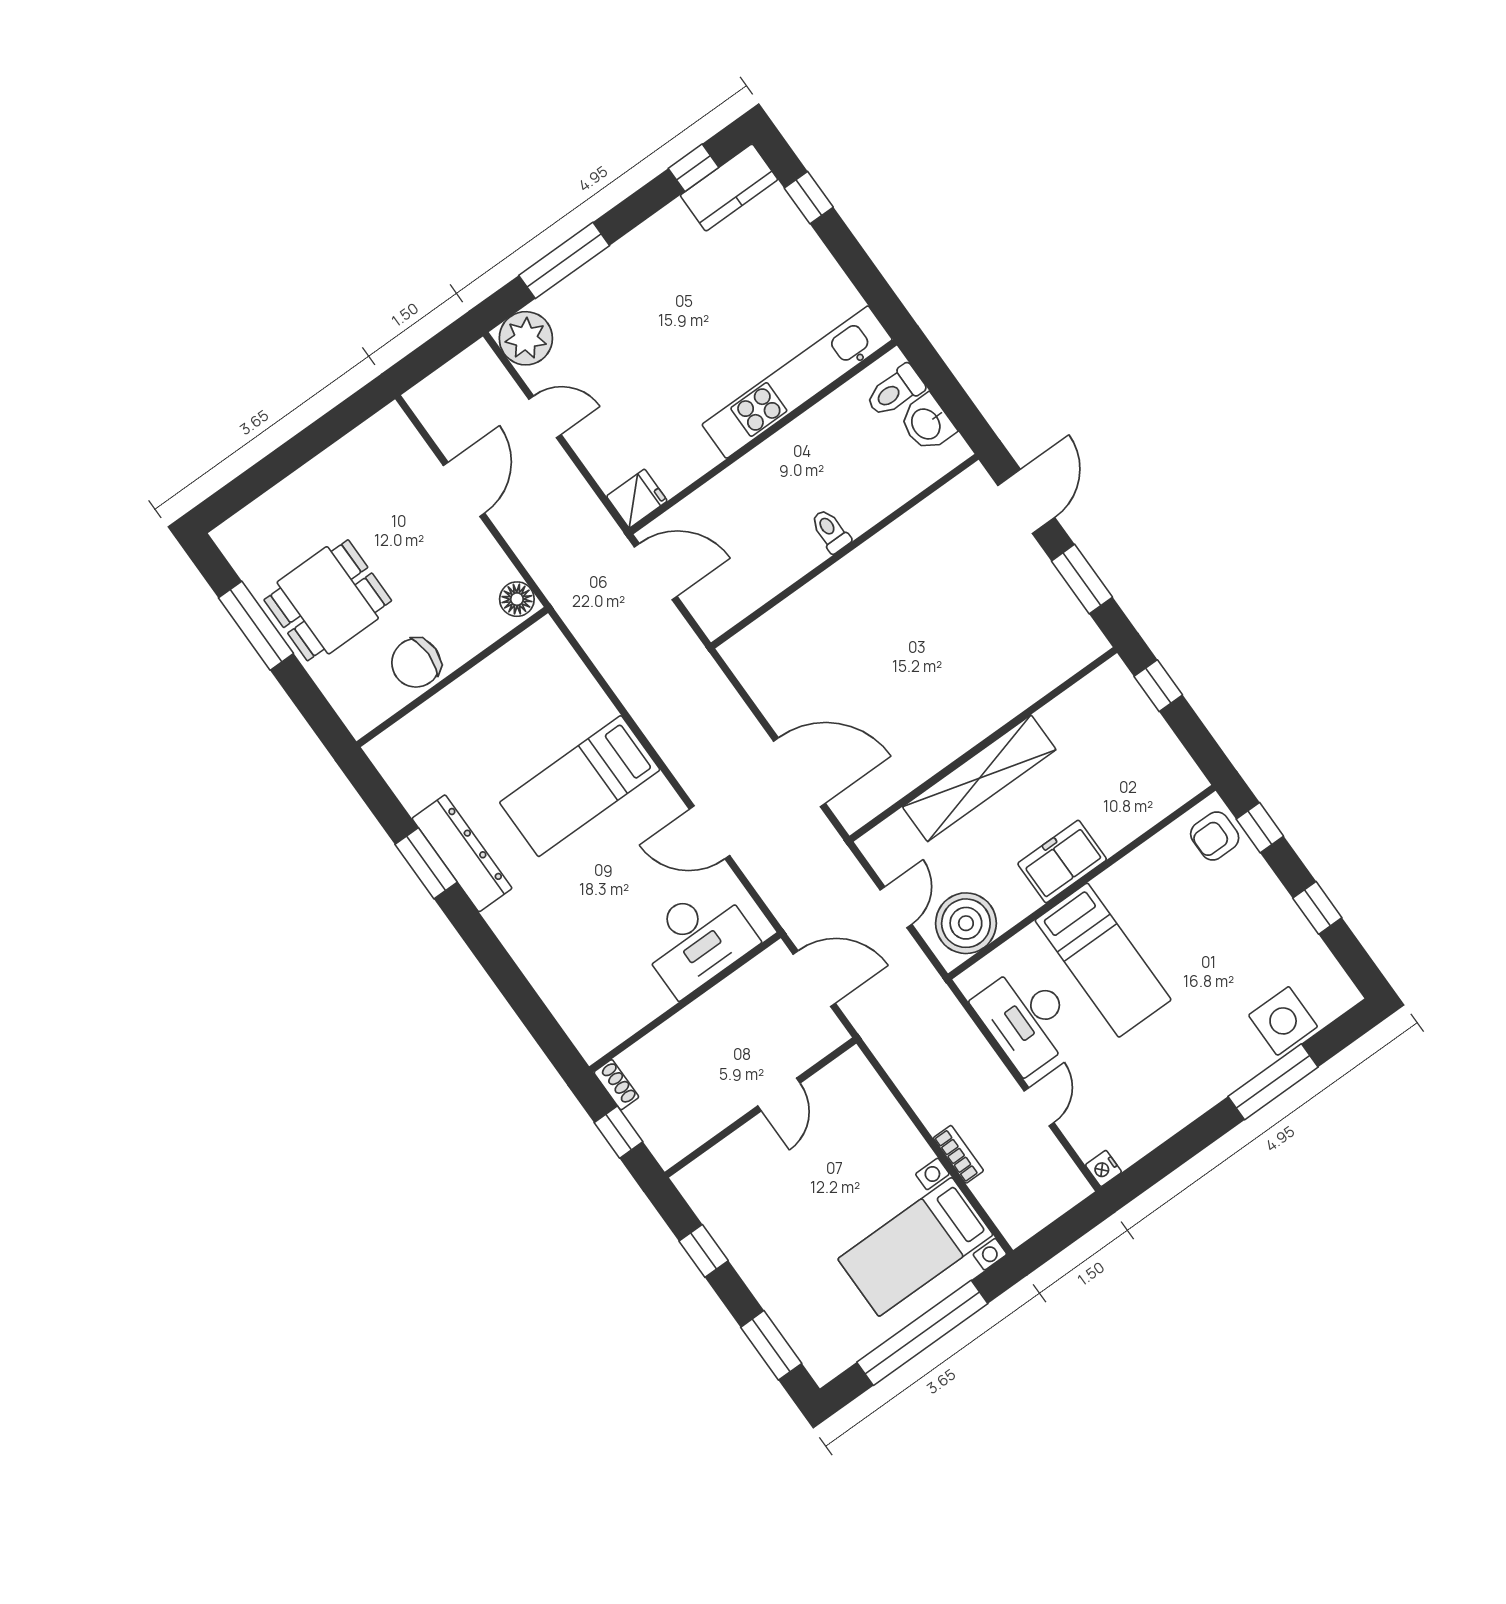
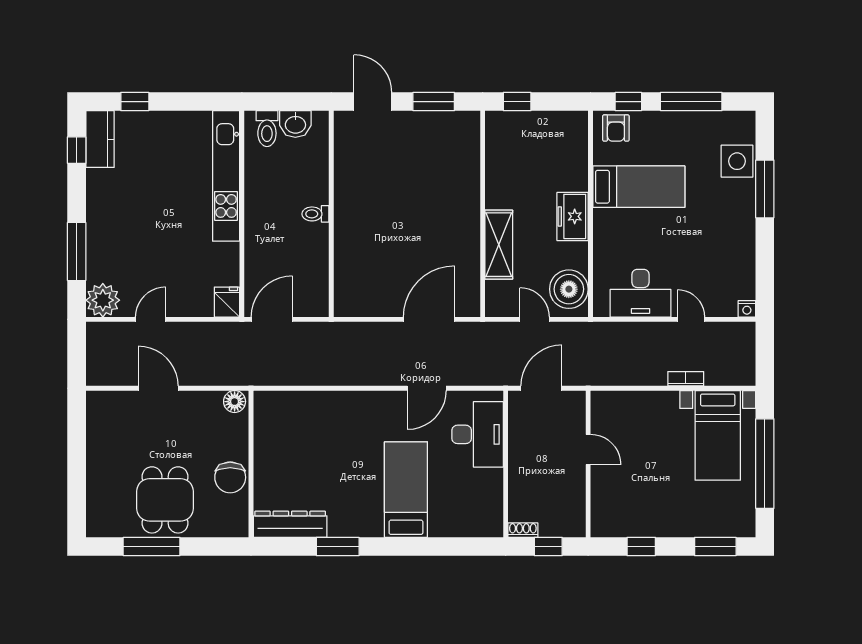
shelving: (979, 778) -> (499, 245), width x0.68
bed: (580, 786) -> (406, 490), moved, turned 180
dresser: (462, 853) -> (290, 524), moved
window: (1317, 908) -> (691, 102), width x2.17
bed: (1103, 960) -> (639, 187), moved

